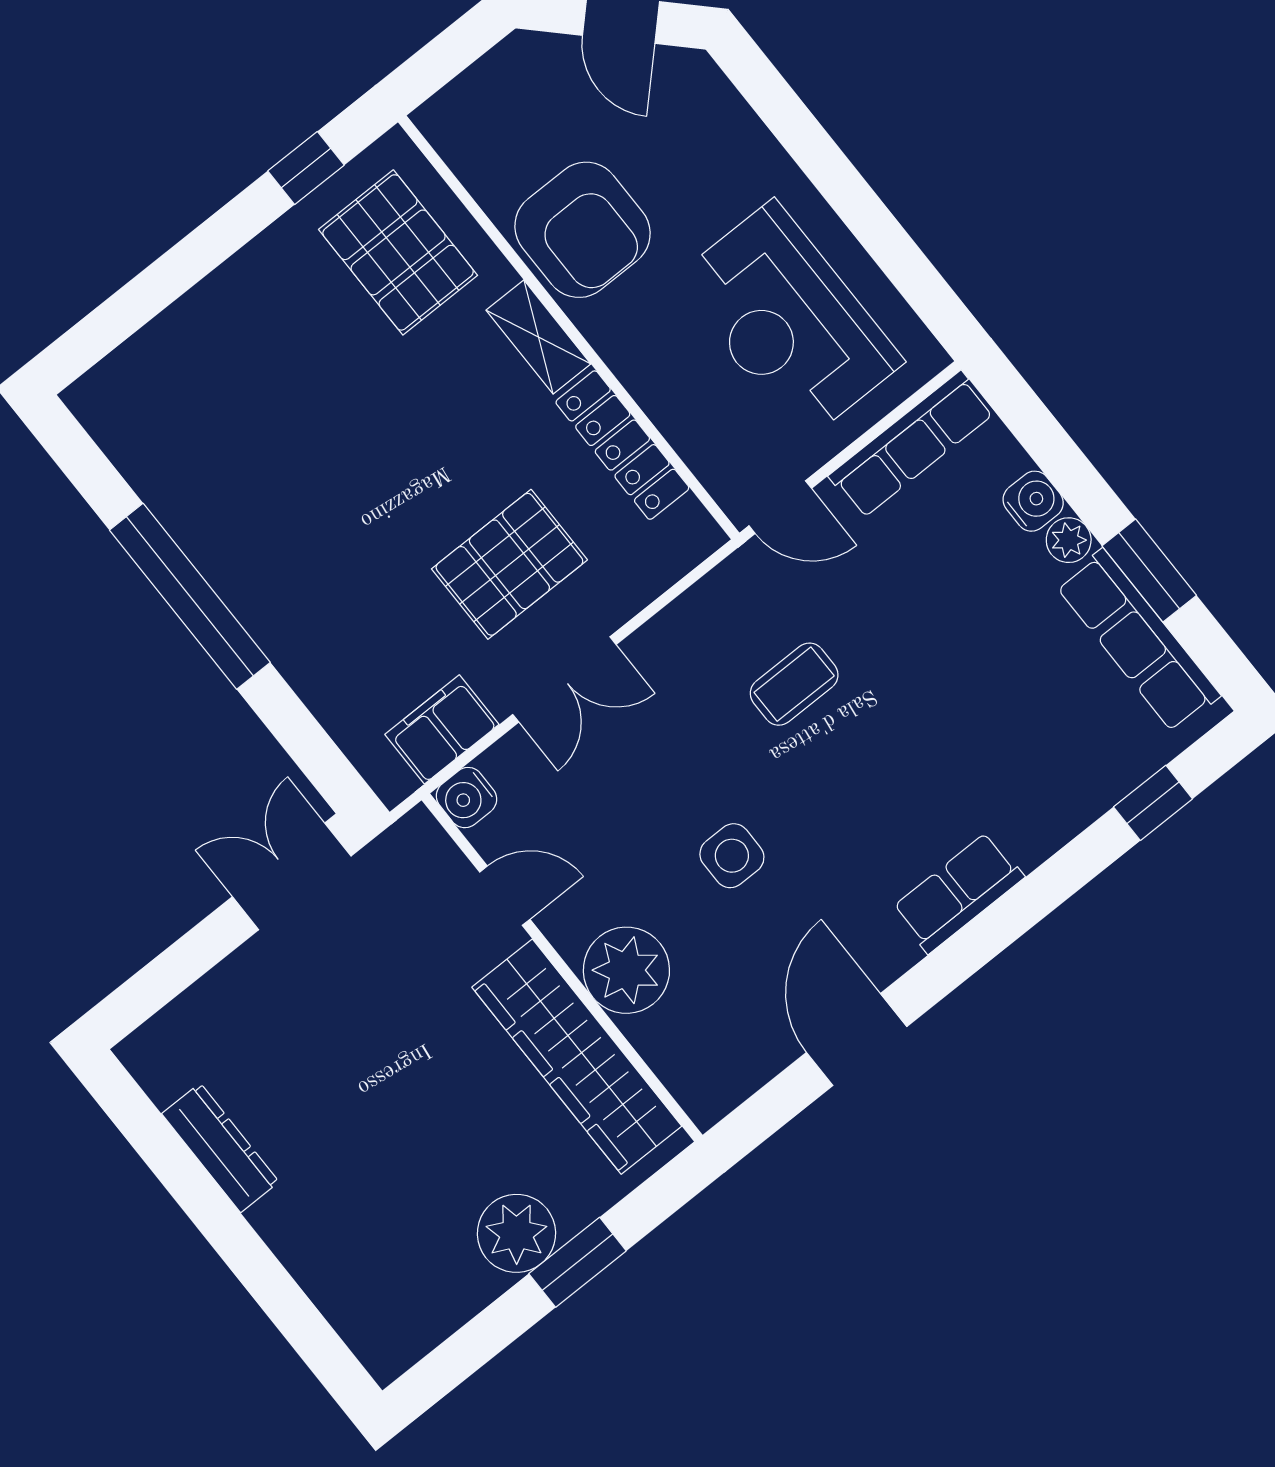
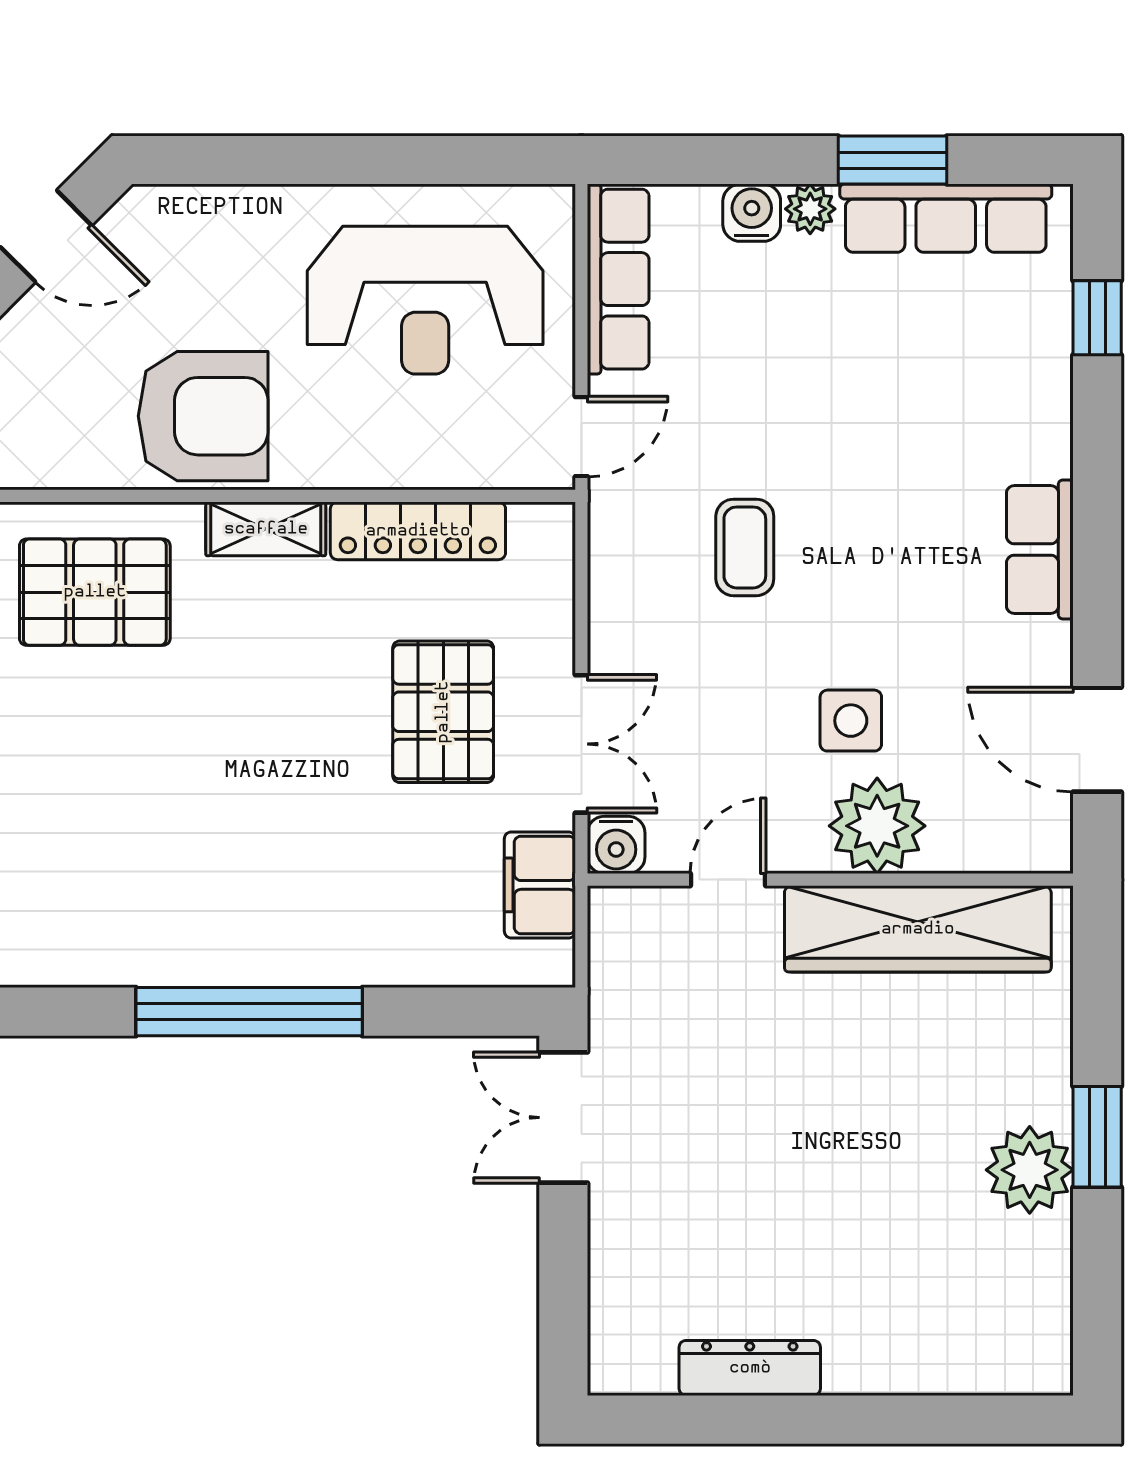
water cooler: (467, 798) -> (616, 845), moved
door: (505, 896) -> (728, 880), moved
wall: (562, 968) -> (830, 880), moved
plant: (626, 970) -> (877, 826), moved
wardrobe: (577, 1057) -> (918, 929), moved

